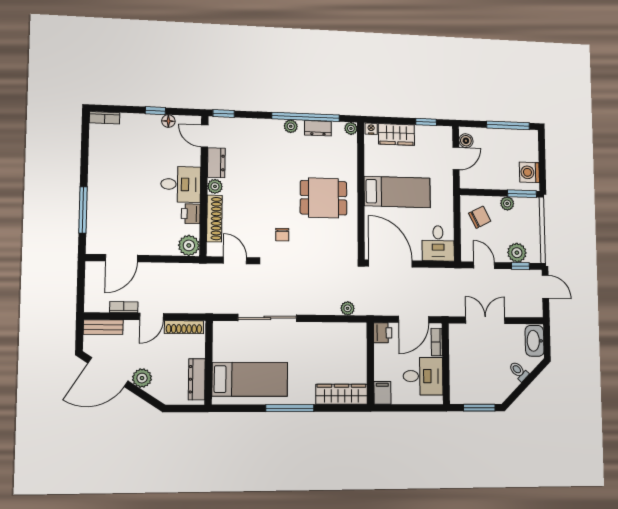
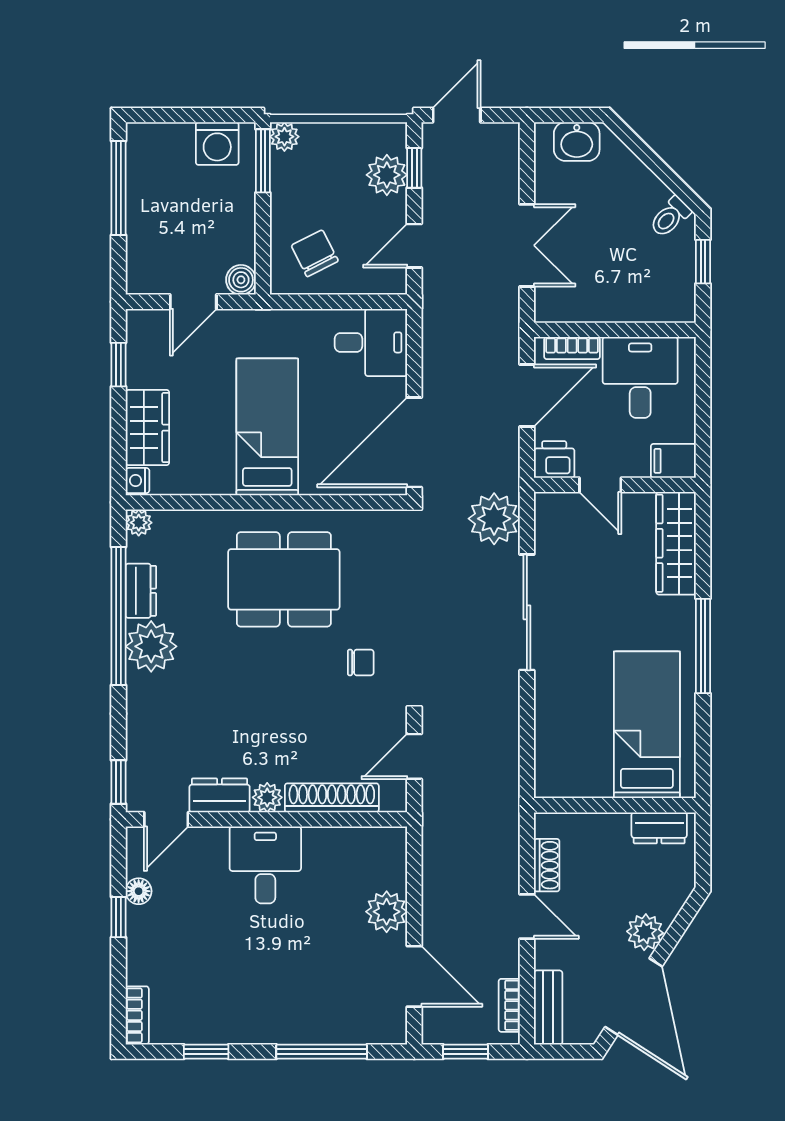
plant: (291, 126) -> (151, 646), width x1.88, depth x1.88
boiler: (466, 141) -> (241, 280), moved
window: (85, 151) -> (206, 1052), added
door: (456, 158) -> (193, 302), swing flipped
dining table: (323, 198) -> (284, 579), width x1.38
plant: (507, 203) -> (284, 137), moved
printer: (191, 214) -> (324, 844), removed
plant: (189, 245) -> (387, 912), moved
window: (81, 284) -> (465, 1052), added
bookcase: (124, 307) -> (509, 1005), moved
plant: (348, 308) -> (494, 519), width x1.88, depth x1.88
sliding door: (267, 318) -> (527, 612), moved
door: (414, 319) -> (527, 396), hinge flipped
double door: (485, 320) -> (527, 245), swing flipped
shoe rack: (184, 327) -> (547, 865), width x0.70
washbasin: (535, 341) -> (577, 142), width x0.72
door: (370, 356) -> (600, 485), added
toilet: (519, 371) -> (670, 217), moved
dresser: (197, 379) -> (659, 828), width x0.70
window: (479, 408) -> (703, 262), width x0.67

